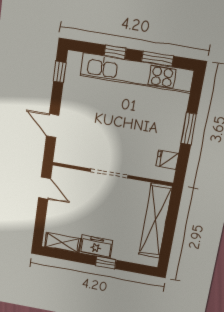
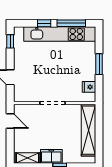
window: (157, 59) -> (71, 23), width x1.44

